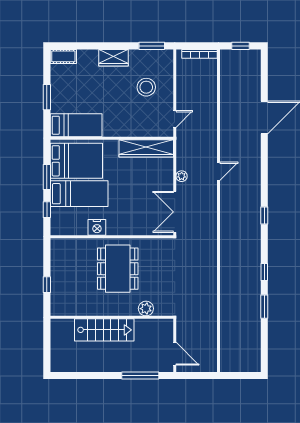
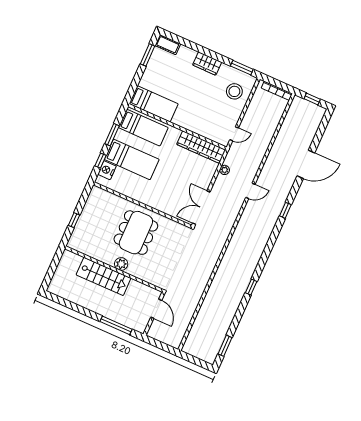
stool: (146, 87) -> (234, 91), moved
window: (47, 97) -> (148, 55), moved
bed: (76, 161) -> (143, 128), width x0.67
plant: (182, 176) -> (225, 170), moved
window: (264, 216) -> (285, 210), moved
nightstand: (97, 227) -> (107, 170), moved, turned 90
window: (264, 307) -> (225, 346), moved
plant: (146, 309) -> (121, 264), moved
door: (175, 354) -> (156, 309), moved

